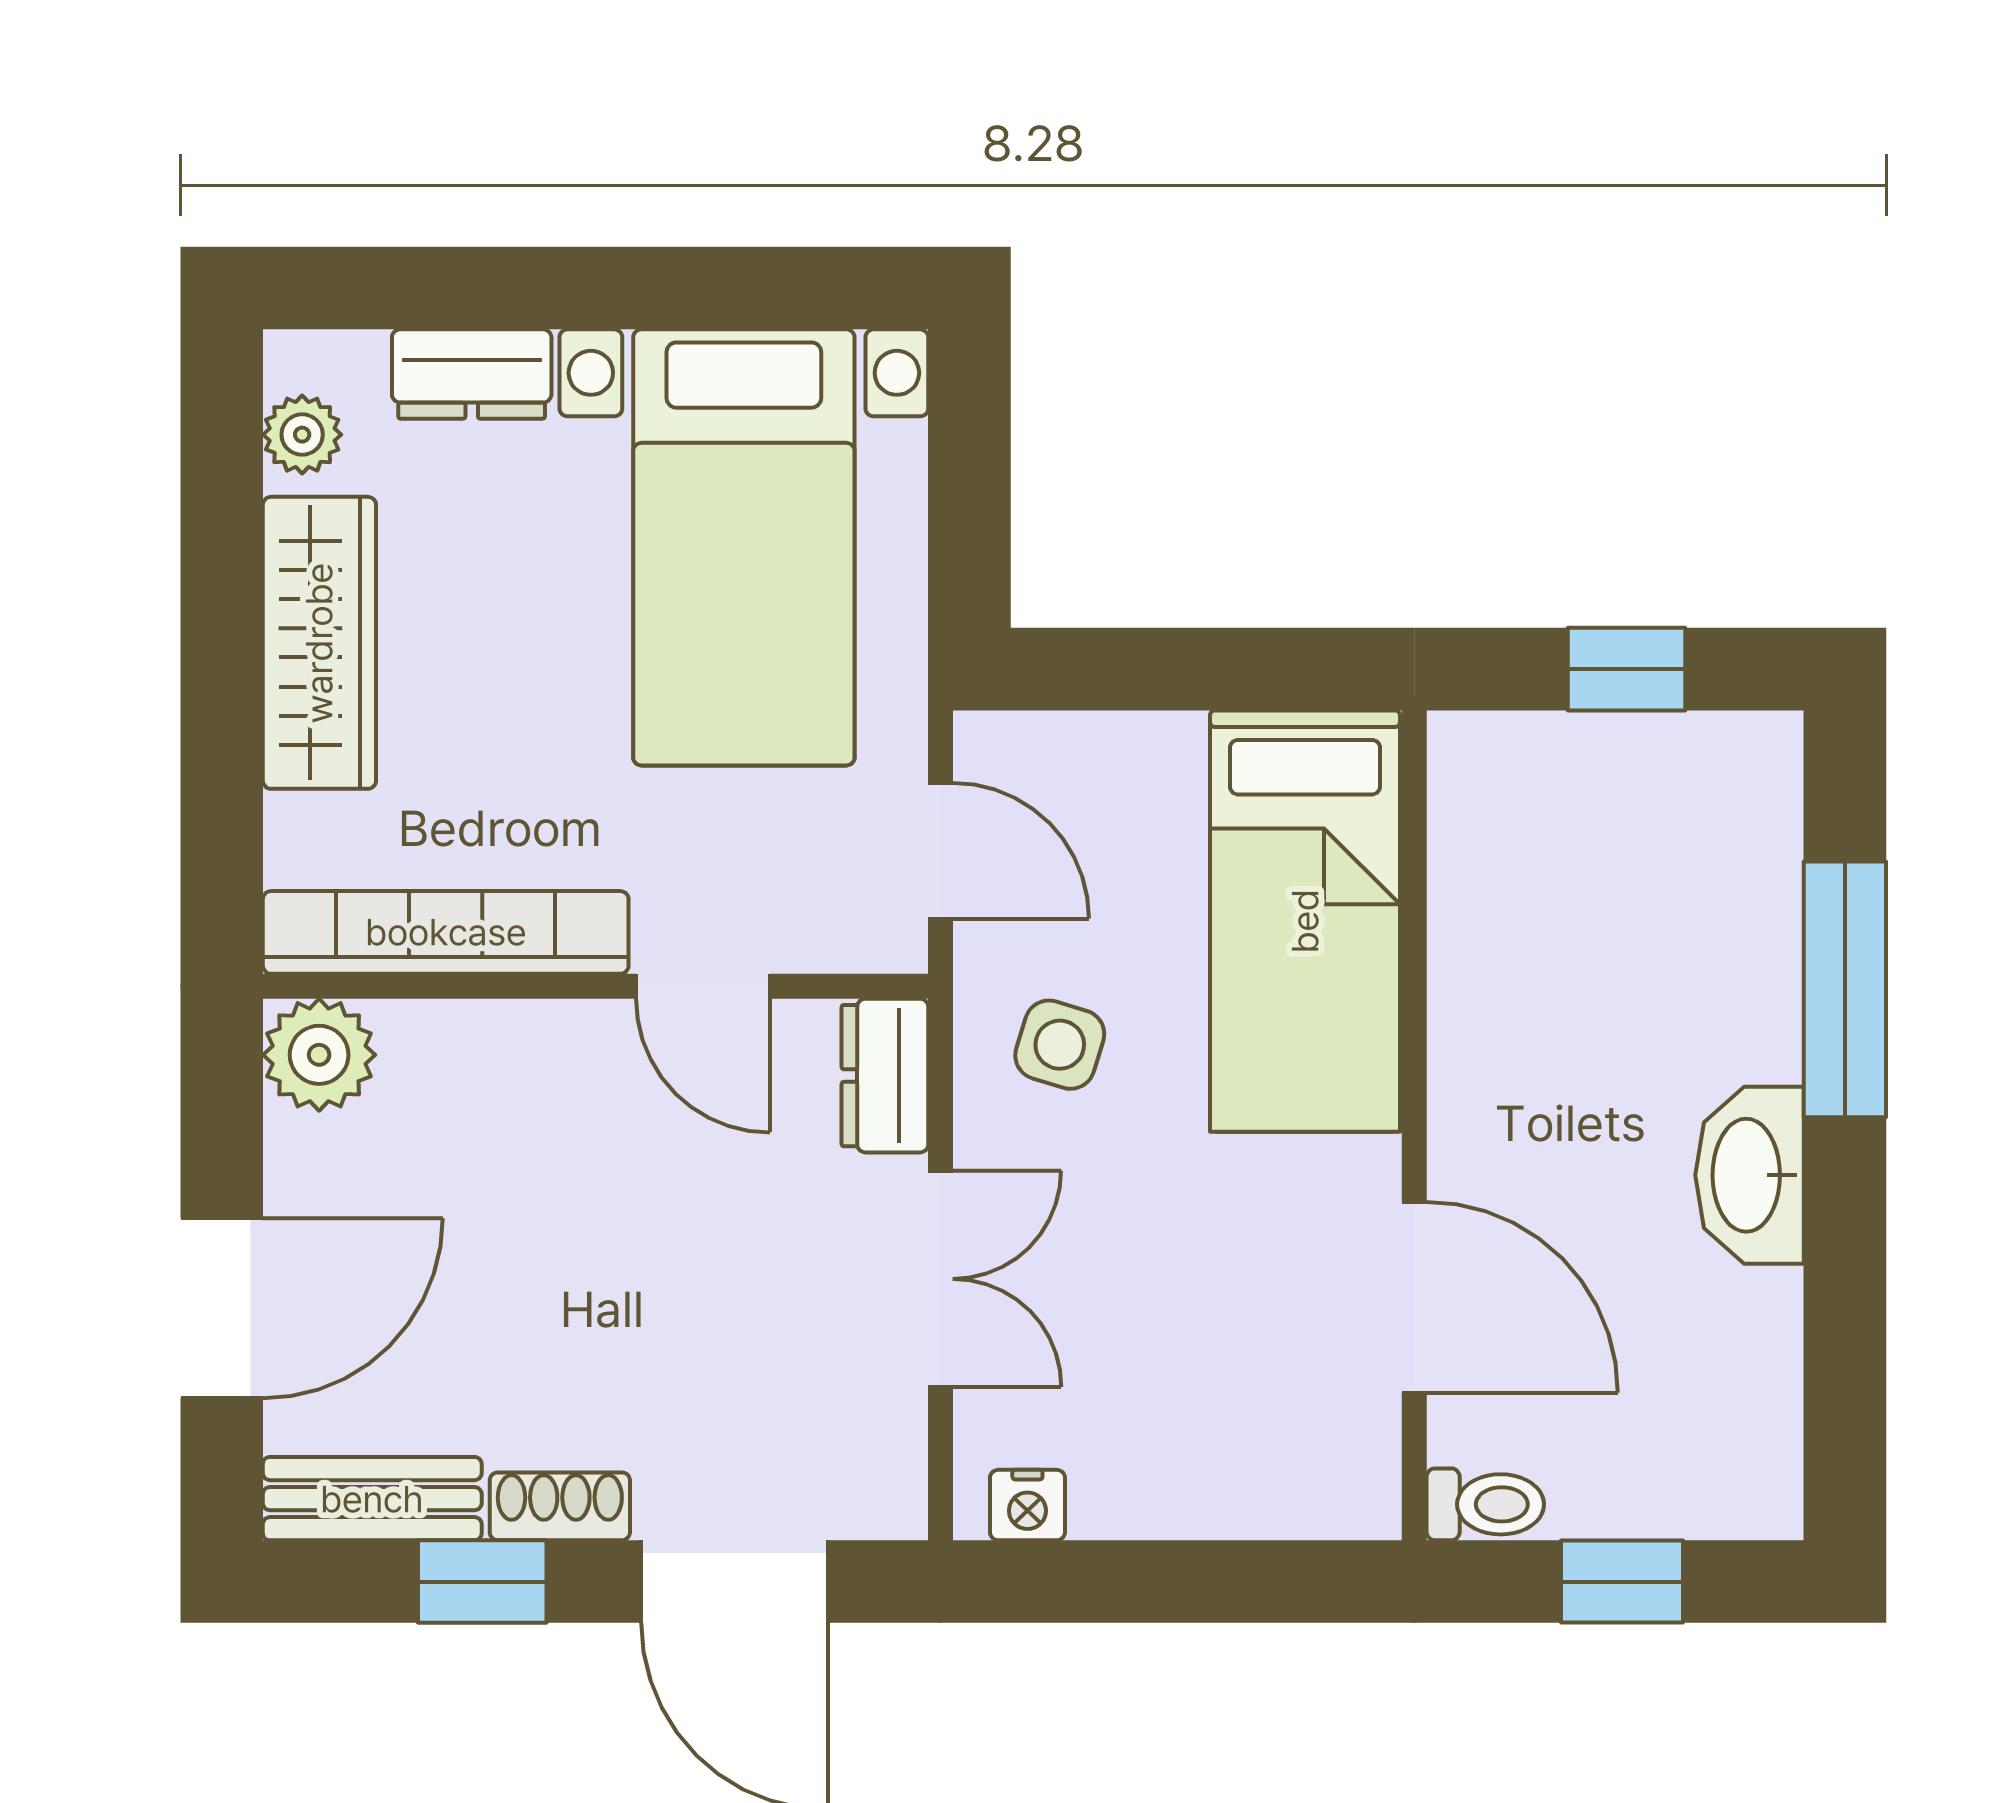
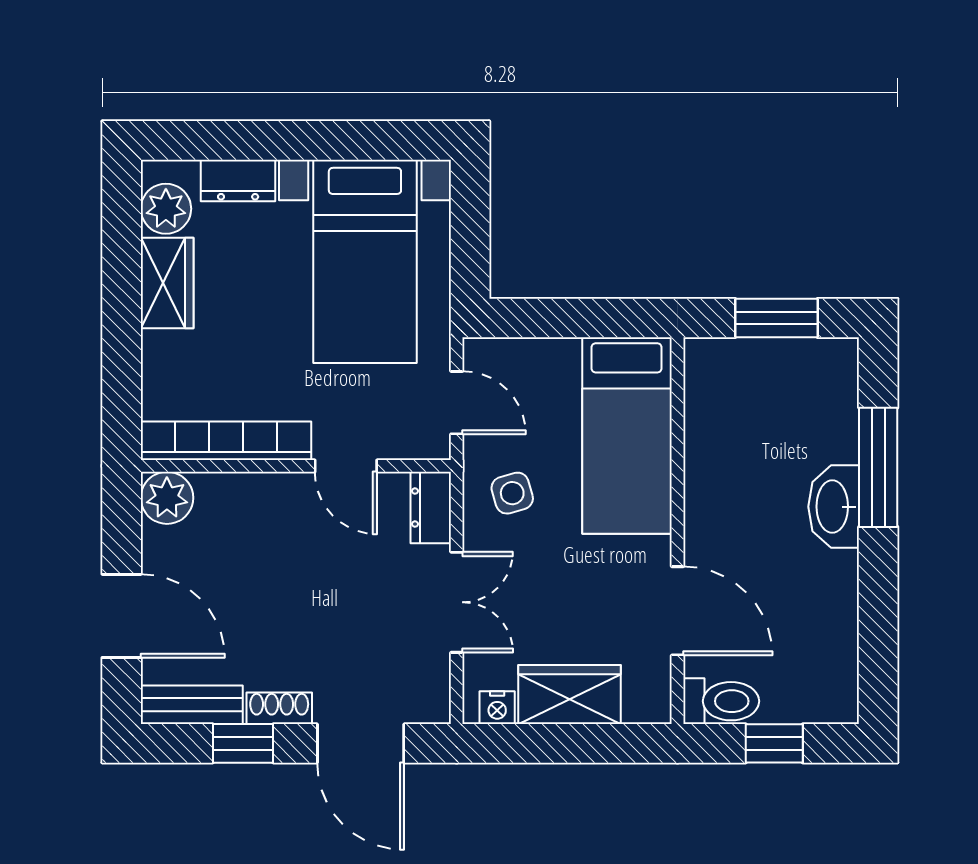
plant: (302, 435) -> (166, 209), width x1.38, depth x1.38
wardrobe: (319, 643) -> (167, 283), width x0.67
window: (1627, 669) -> (776, 318), width x1.50
side table: (1060, 1045) -> (512, 493), turned -33
washbasin: (1749, 1175) -> (834, 507), moved
door: (222, 1308) -> (122, 616), hinge flipped
wardrobe: (1183, 1477) -> (570, 695), added
toilet: (1485, 1504) -> (721, 701), width x1.37, depth x1.39

